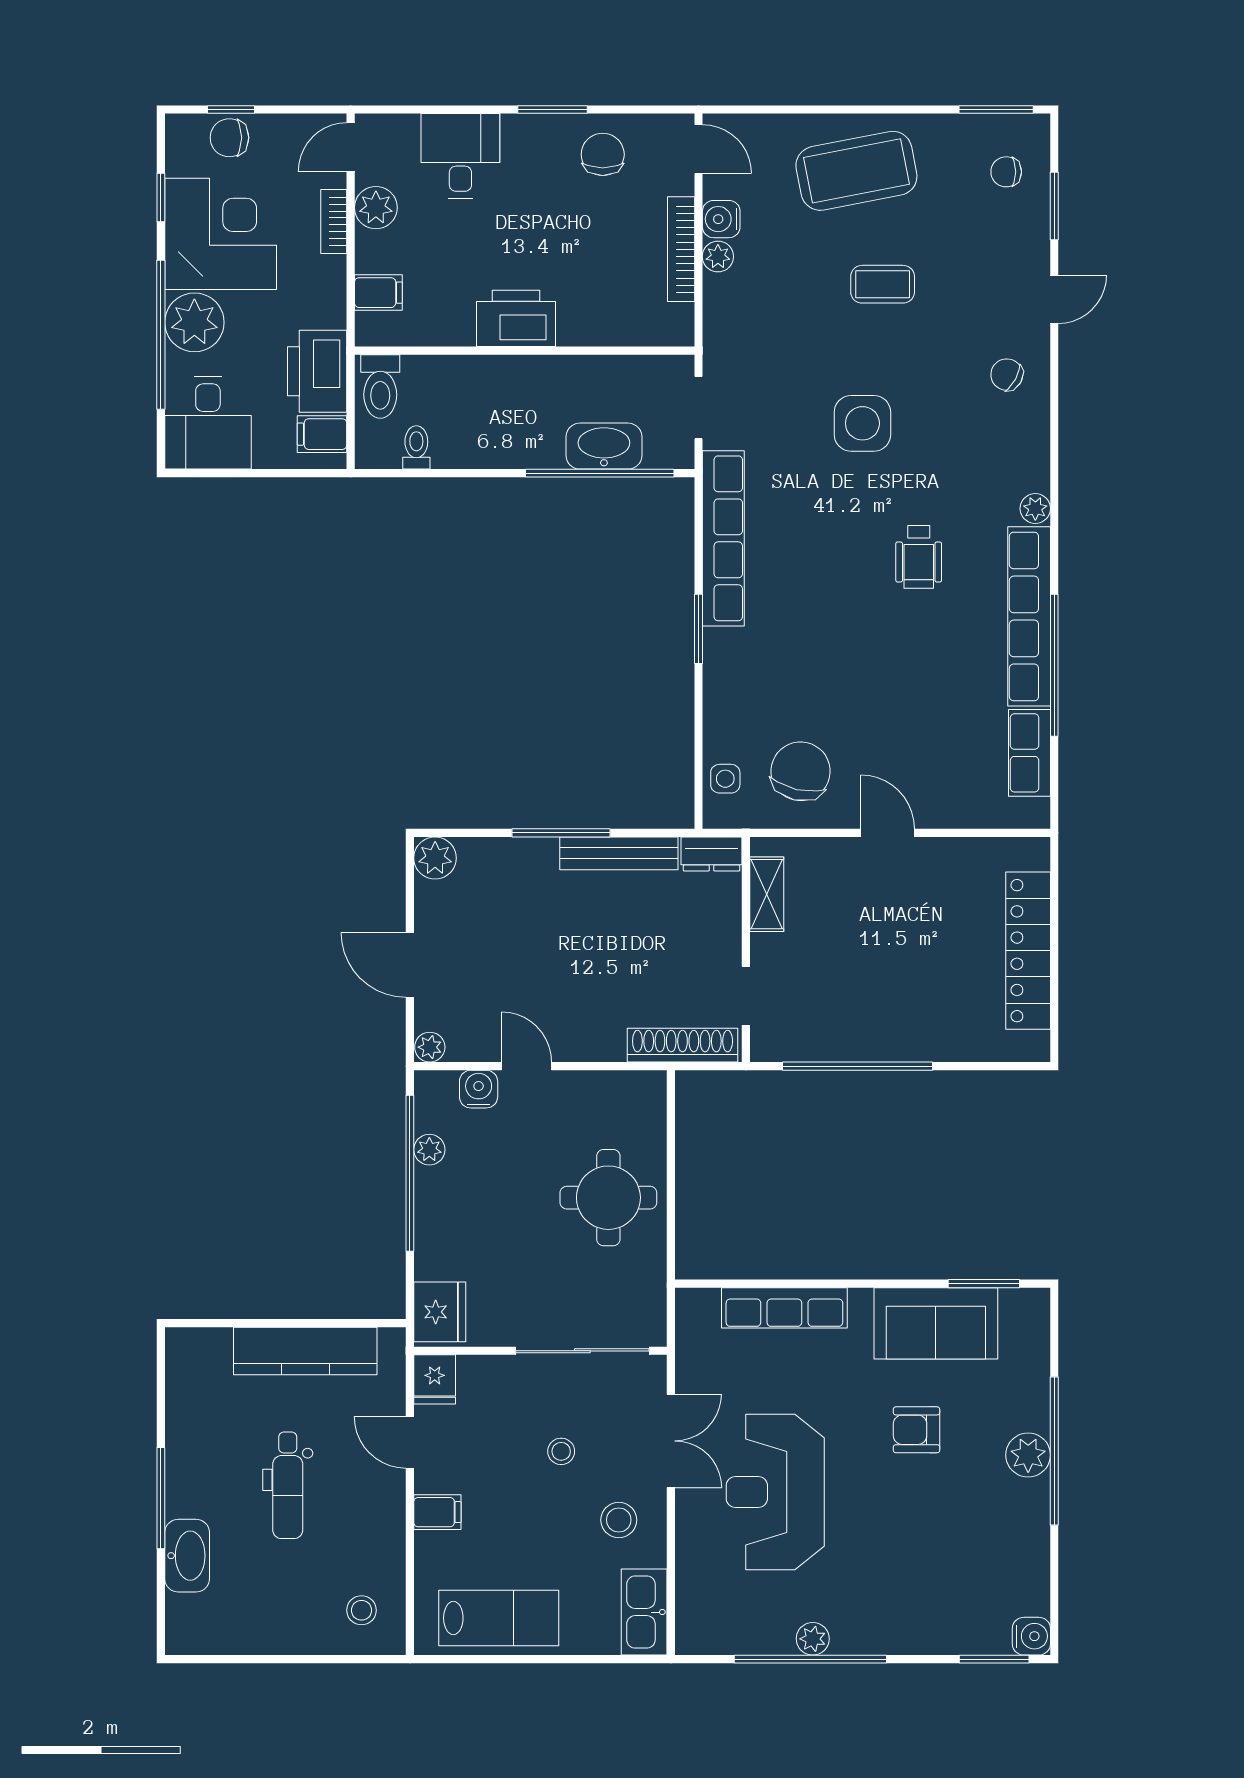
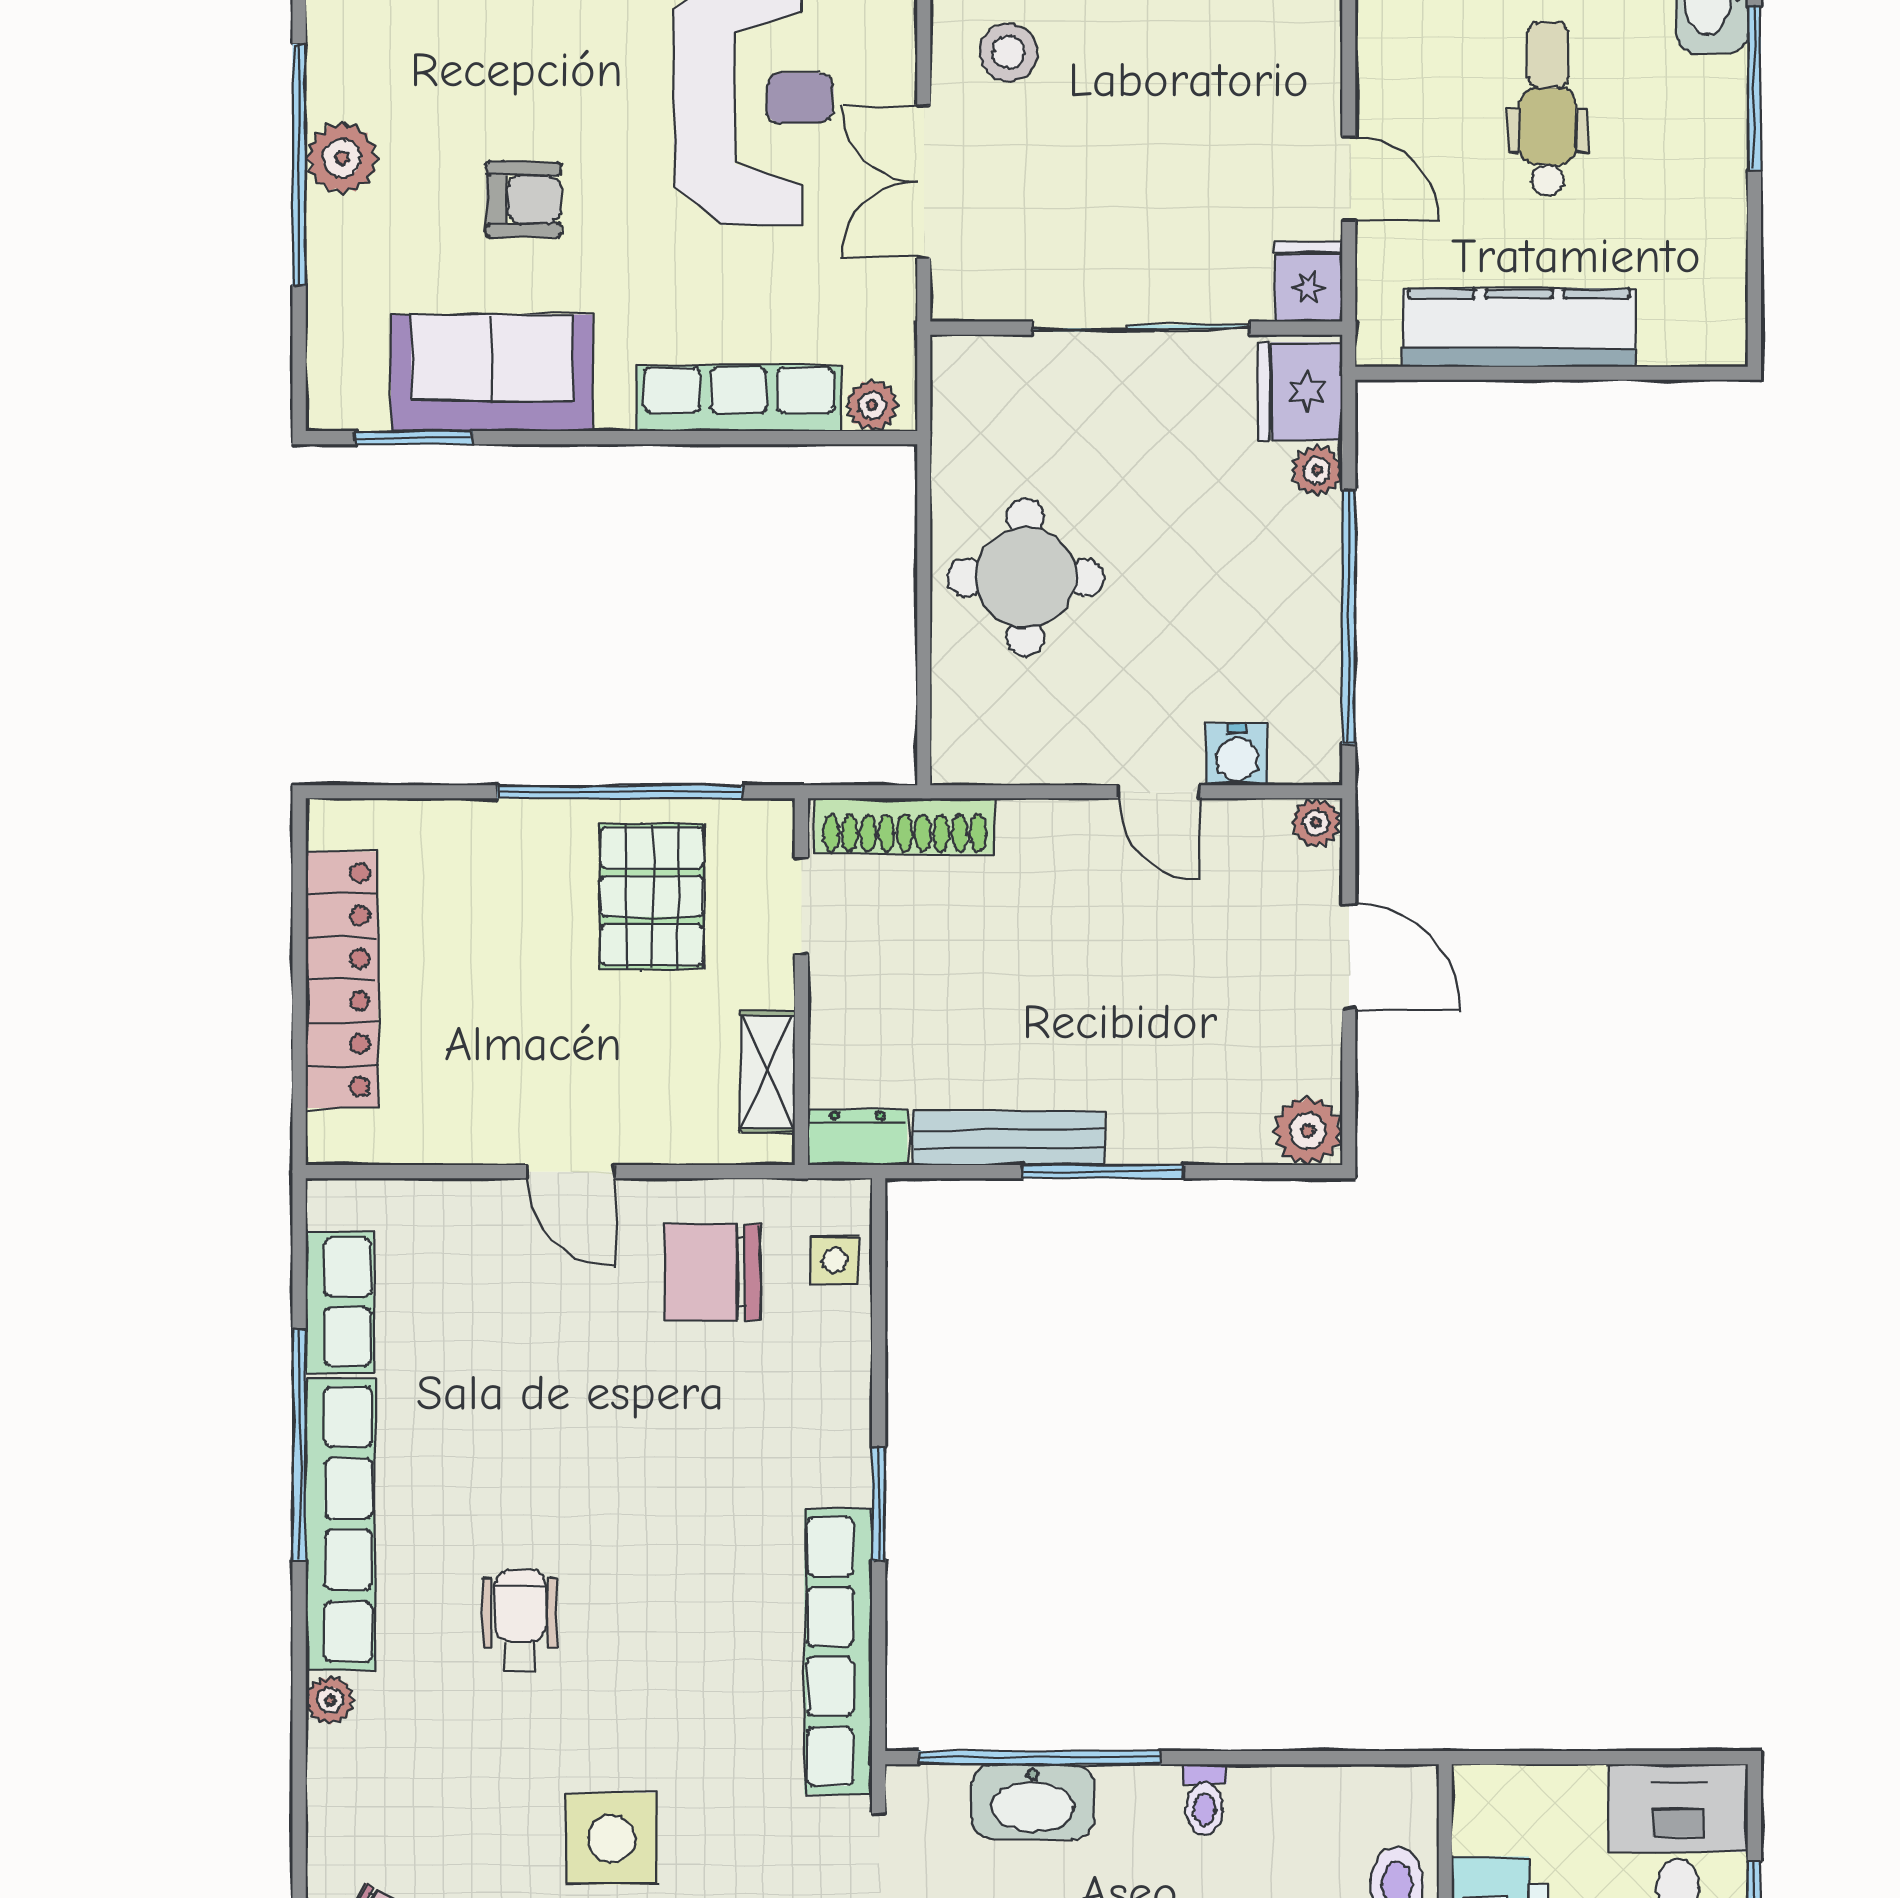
filing cabinet: (322, 434) -> (1492, 1821), removed
toilet: (416, 447) -> (1205, 1800), moved
chair: (801, 771) -> (712, 1272), turned 77
pallet: (838, 1002) -> (652, 896), added
plant: (429, 1150) -> (1317, 471), moved
plant: (703, 1303) -> (872, 405), added
sliding door: (582, 1351) -> (1141, 328), moved
stool: (561, 1451) -> (1102, 164), removed
filing cabinet: (437, 1512) -> (1304, 65), removed

